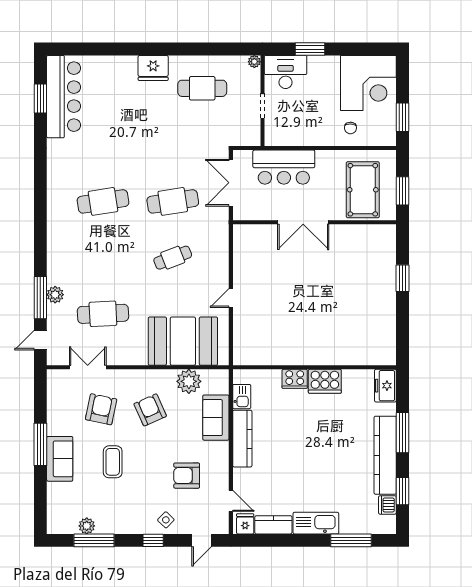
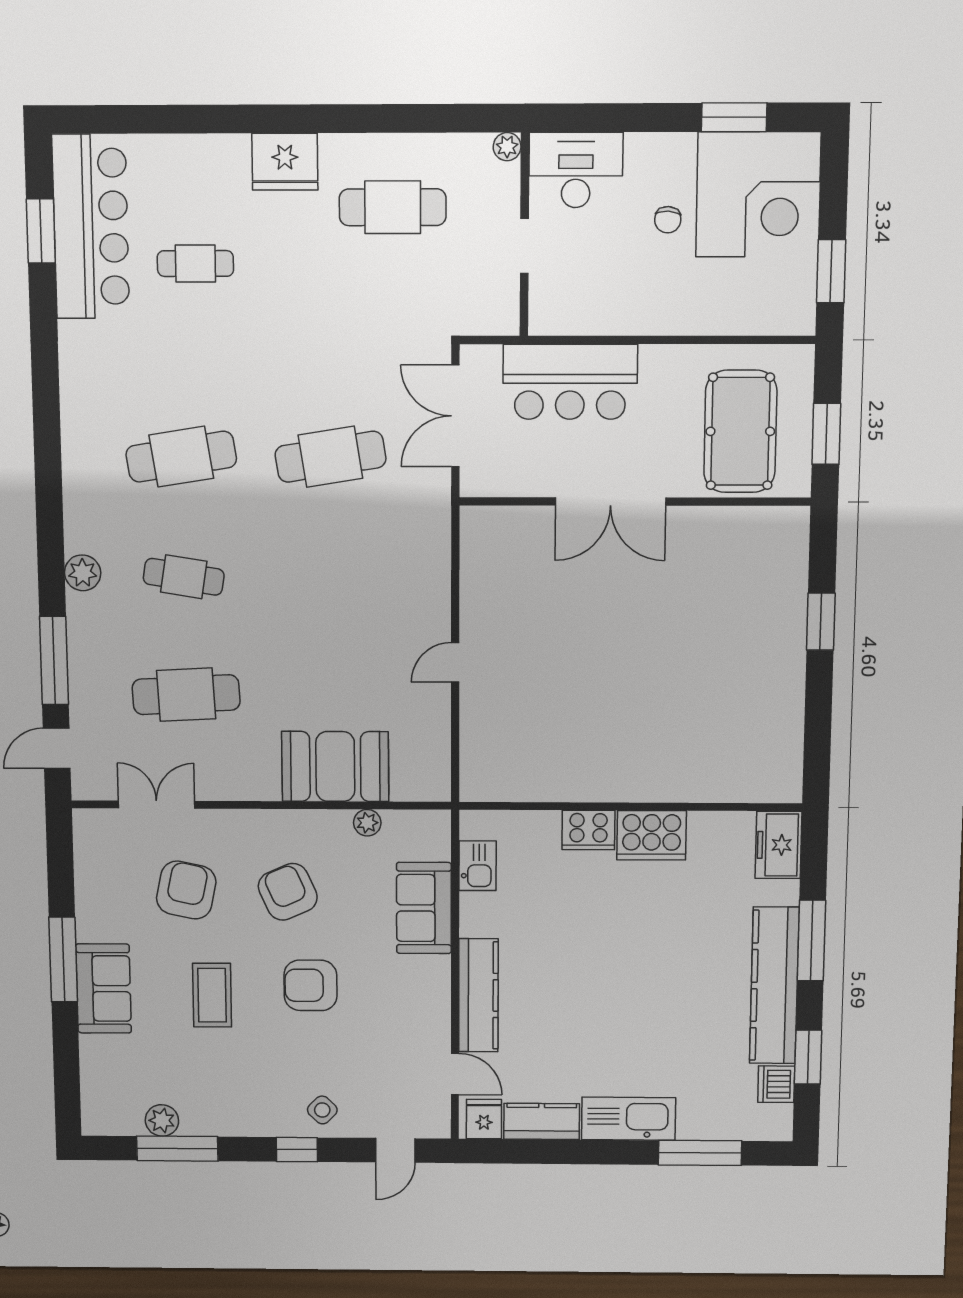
window: (310, 49) -> (734, 117), moved
cafe table: (111, 113) -> (195, 264), added
chair: (350, 128) -> (668, 220), moved
cafe table: (173, 258) -> (184, 577), moved, turned 30
plant: (55, 295) -> (83, 573), moved
booth: (183, 341) -> (335, 766), width x0.73, depth x0.70
plant: (189, 381) -> (367, 823), width x0.53, depth x0.53
kitchen counter: (242, 439) -> (478, 995), moved
armchair: (187, 476) -> (310, 985), moved

